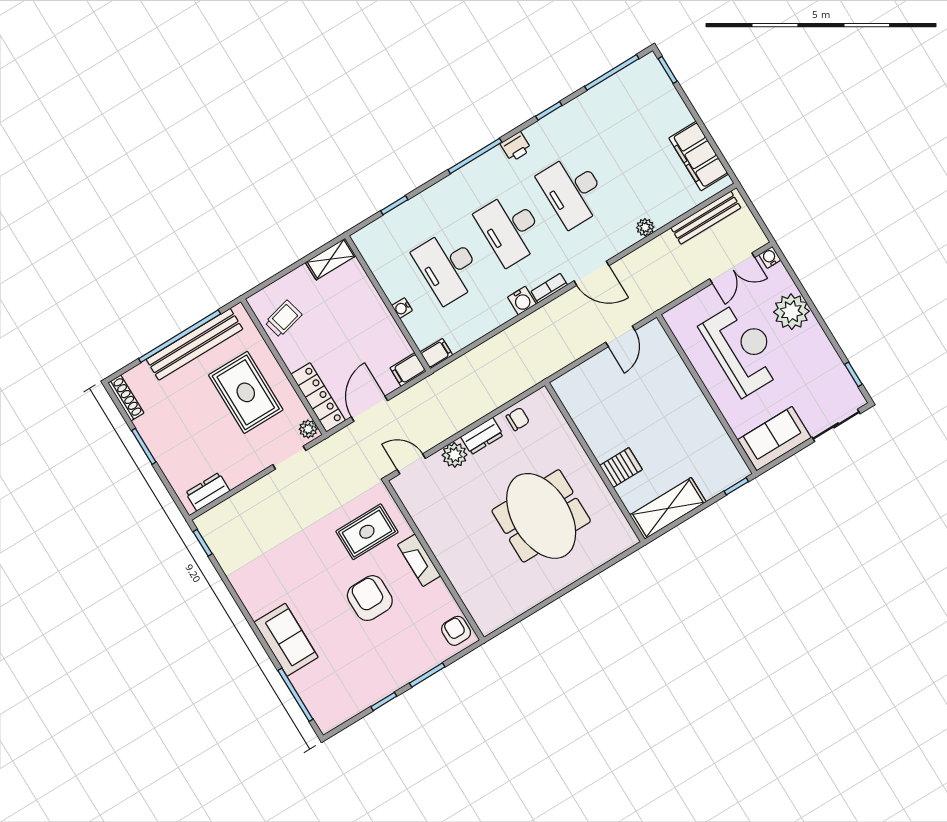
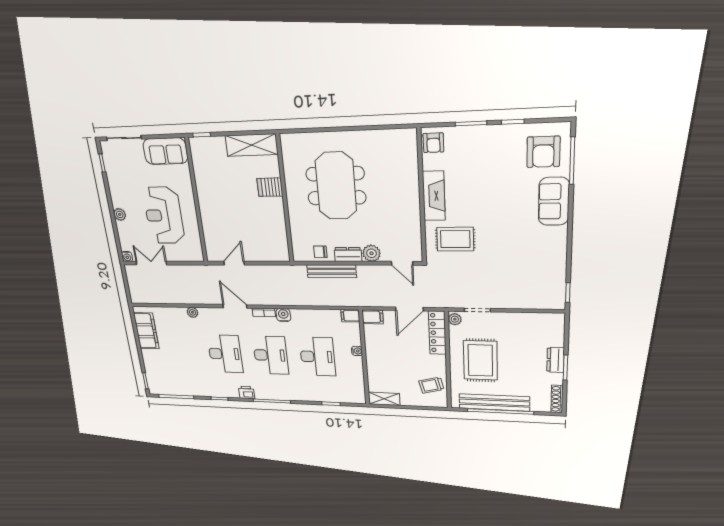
bench: (706, 218) -> (332, 271), moved
plant: (791, 312) -> (120, 214), width x0.53, depth x0.53
dresser: (208, 492) -> (556, 360), moved, turned 90
fireplace: (419, 560) -> (434, 196), width x1.37, depth x1.32
armchair: (370, 598) -> (543, 152), moved

